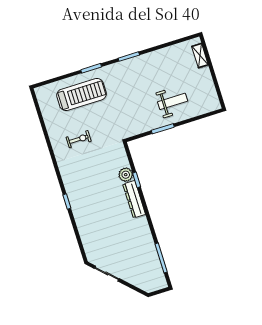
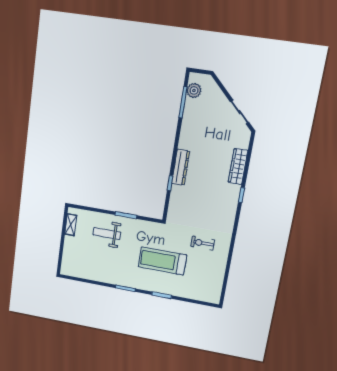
shelving: (200, 56) -> (71, 225), moved
treadmill: (81, 95) -> (162, 261), moved
plant: (126, 175) -> (194, 90), moved
wardrobe: (83, 225) -> (238, 166), added

